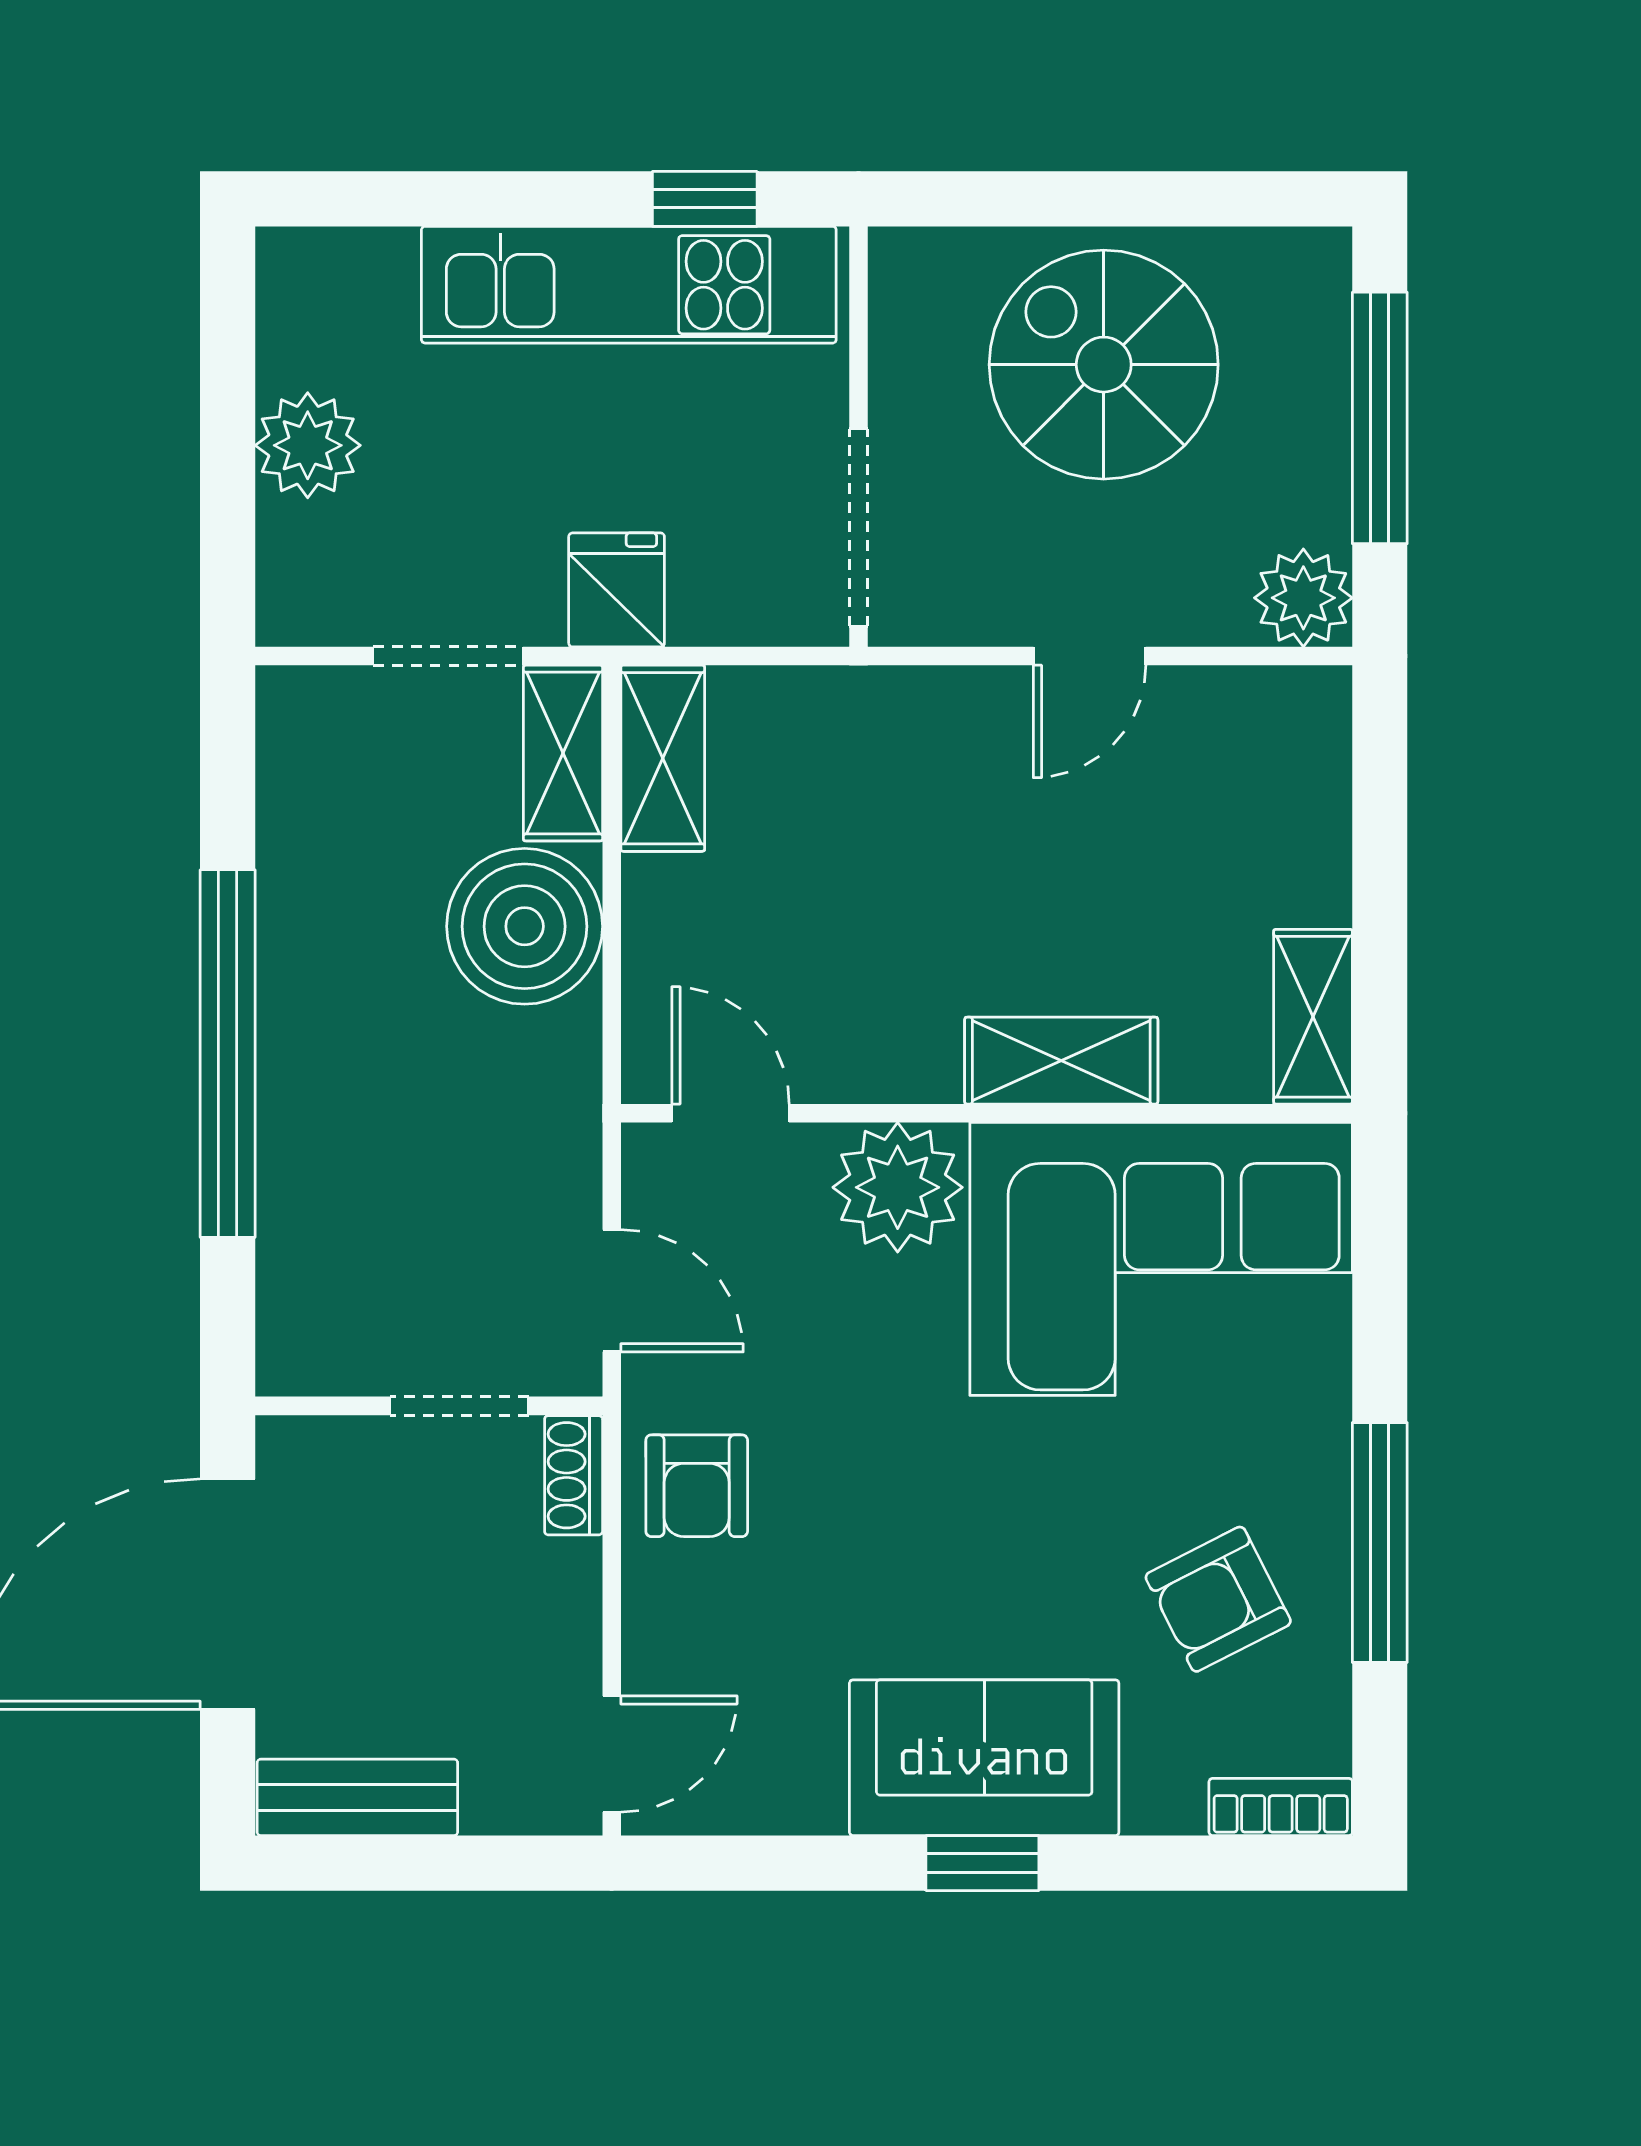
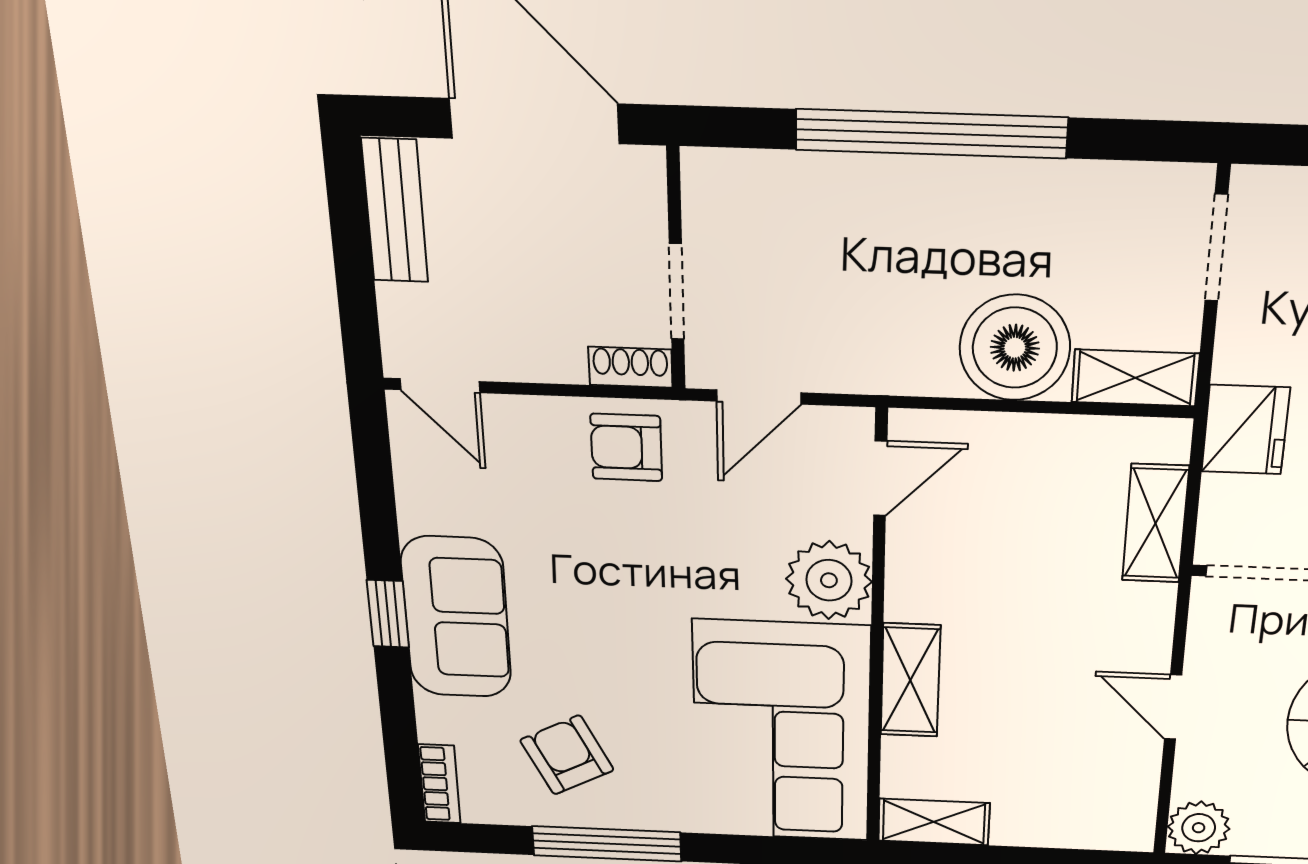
fridge: (617, 590) -> (1245, 430), width x1.38
doorway: (448, 656) -> (1216, 248), moved
shelving: (663, 758) -> (1155, 524), moved, turned 90

